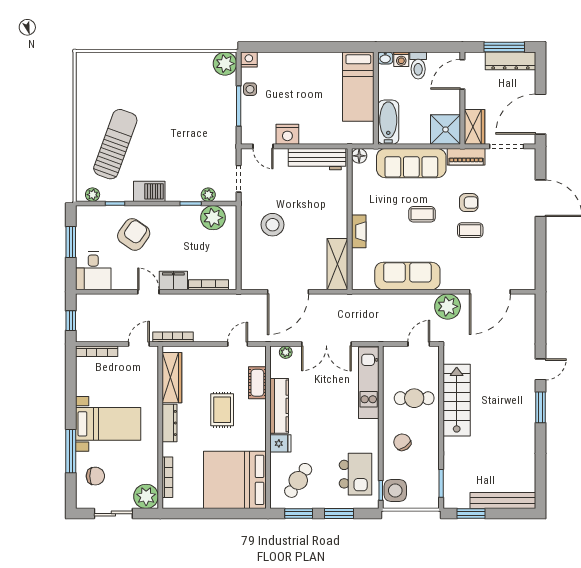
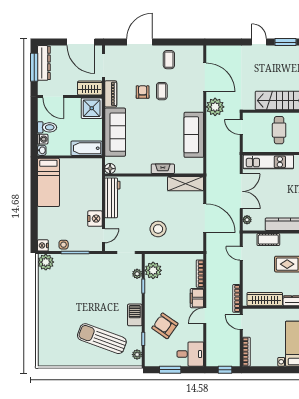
bed: (358, 87) -> (48, 182), moved, turned 90
coffee table: (422, 214) -> (169, 60), moved

